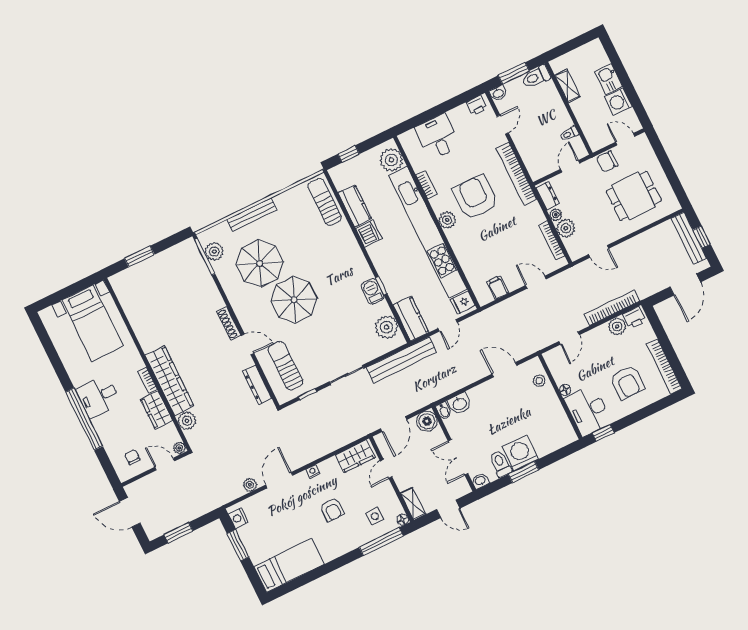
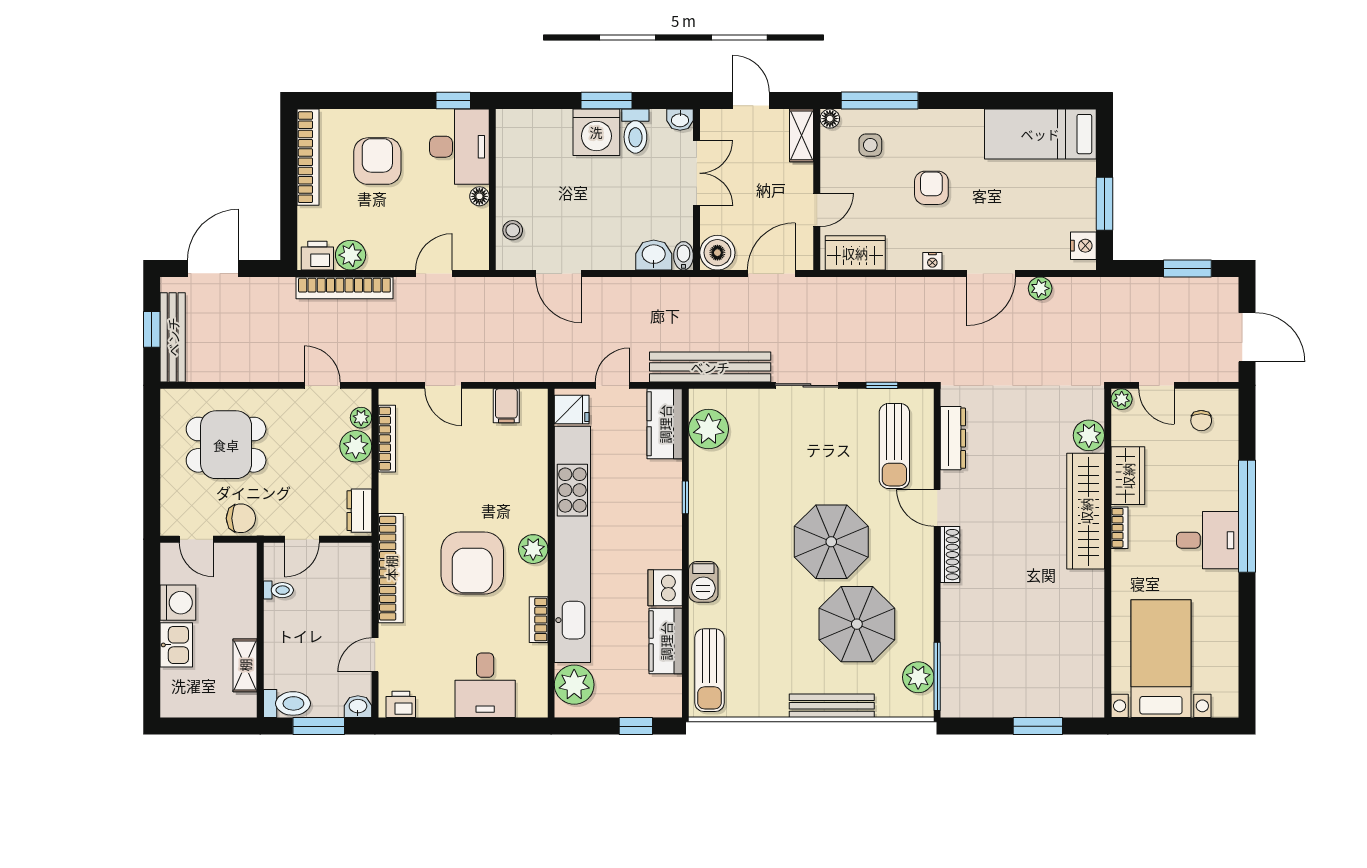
plant: (556, 215) -> (361, 418), moved
barbecue: (372, 291) -> (703, 582), moved

